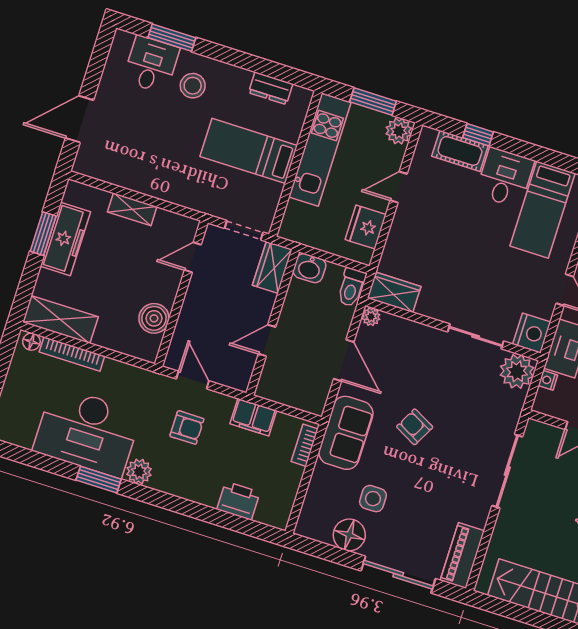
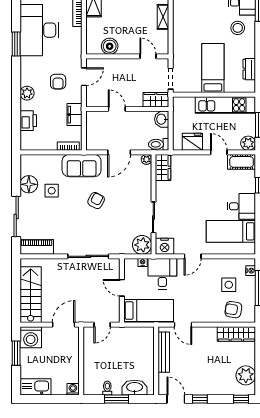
cot: (460, 151) -> (242, 162), moved, turned 90
plant: (139, 472) -> (27, 93), moved

